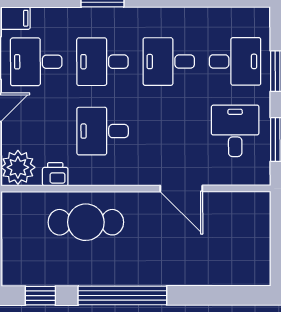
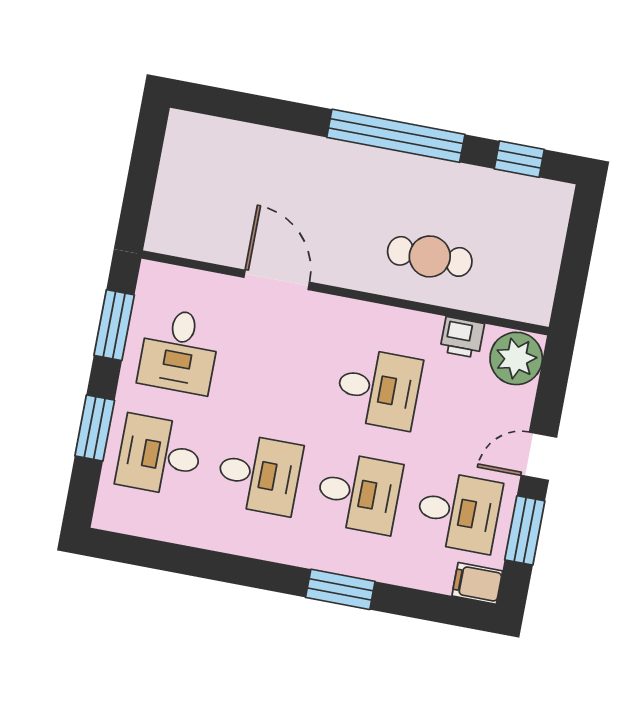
cafe table: (86, 222) -> (430, 256), width x0.73, depth x0.74

